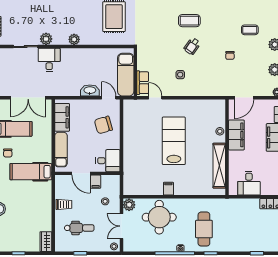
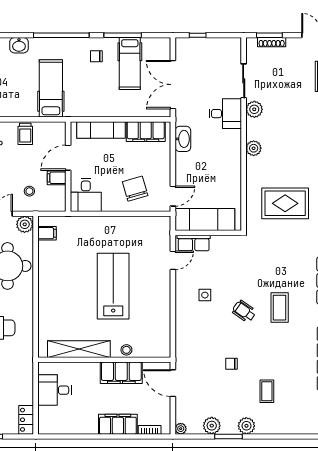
washbasin: (90, 90) -> (183, 139), moved
lab bench: (174, 141) -> (113, 286), turned -90
hospital bed: (31, 172) -> (51, 88), moved
filing cabinet: (168, 189) -> (47, 233), moved

